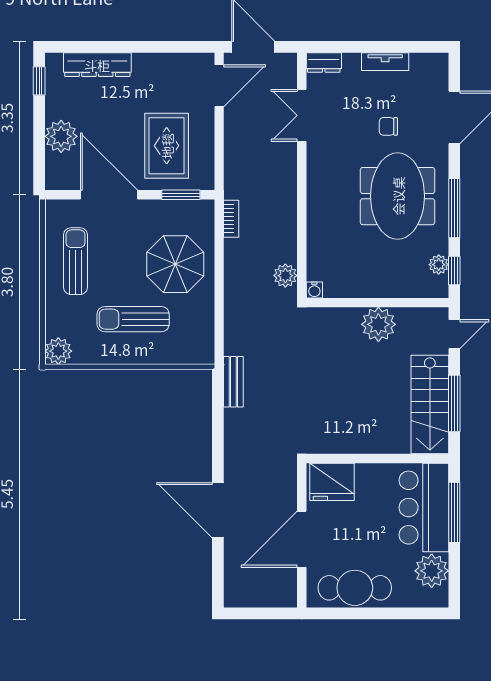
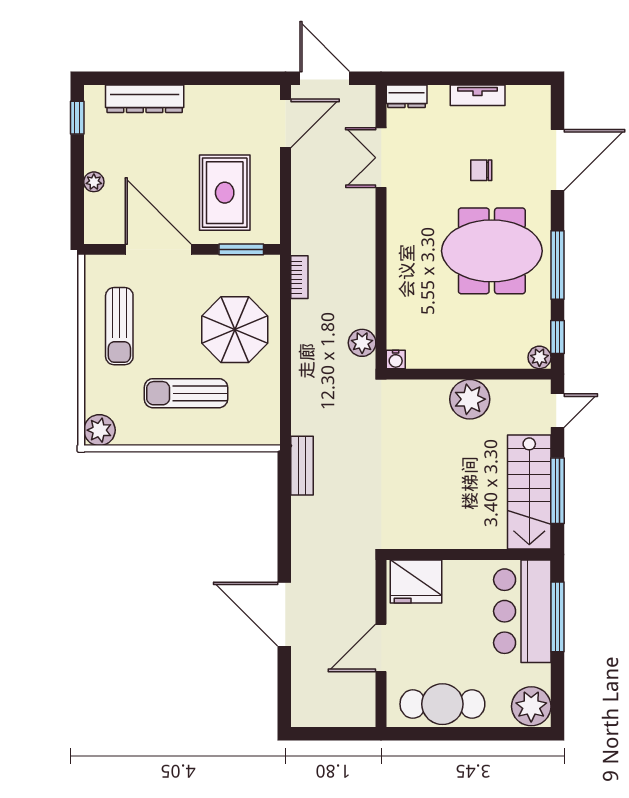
plant: (61, 136) -> (94, 182), width x0.53, depth x0.53
meeting table: (398, 196) -> (492, 251), turned 90
sun lounger: (76, 261) -> (119, 326), turned 180
plant: (439, 265) -> (539, 357), moved
door: (302, 539) -> (381, 648), width x0.73
plant: (432, 571) -> (531, 706), moved

